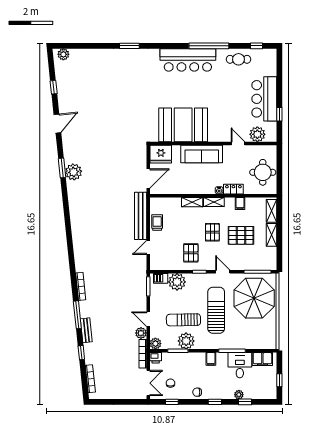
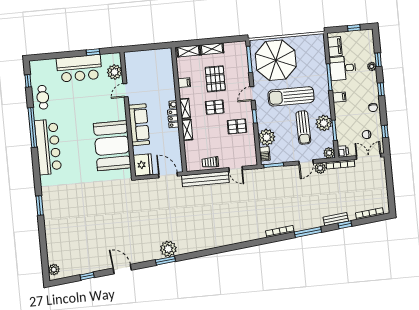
round table: (263, 172) -> (151, 63), removed
locker: (233, 189) -> (173, 119), moved
bench: (86, 330) -> (336, 219), moved

